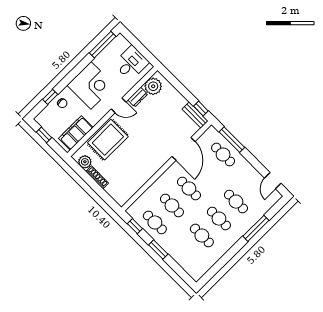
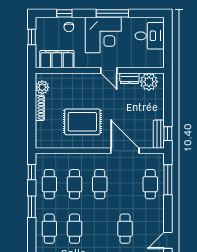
window: (103, 45) -> (112, 13), moved
desk: (131, 63) -> (150, 36), moved
rug: (108, 140) -> (82, 122), moved
door: (183, 149) -> (125, 151), swing flipped
cafe table: (219, 219) -> (49, 229), moved

